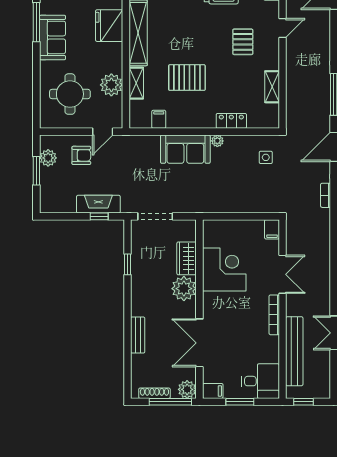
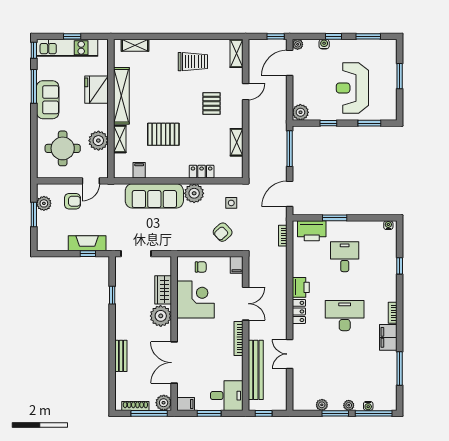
plant: (217, 141) -> (194, 193), width x1.88, depth x1.88
sofa: (185, 149) -> (154, 196), width x1.36
armchair: (256, 191) -> (223, 232), added
chair: (230, 232) -> (201, 267), added

